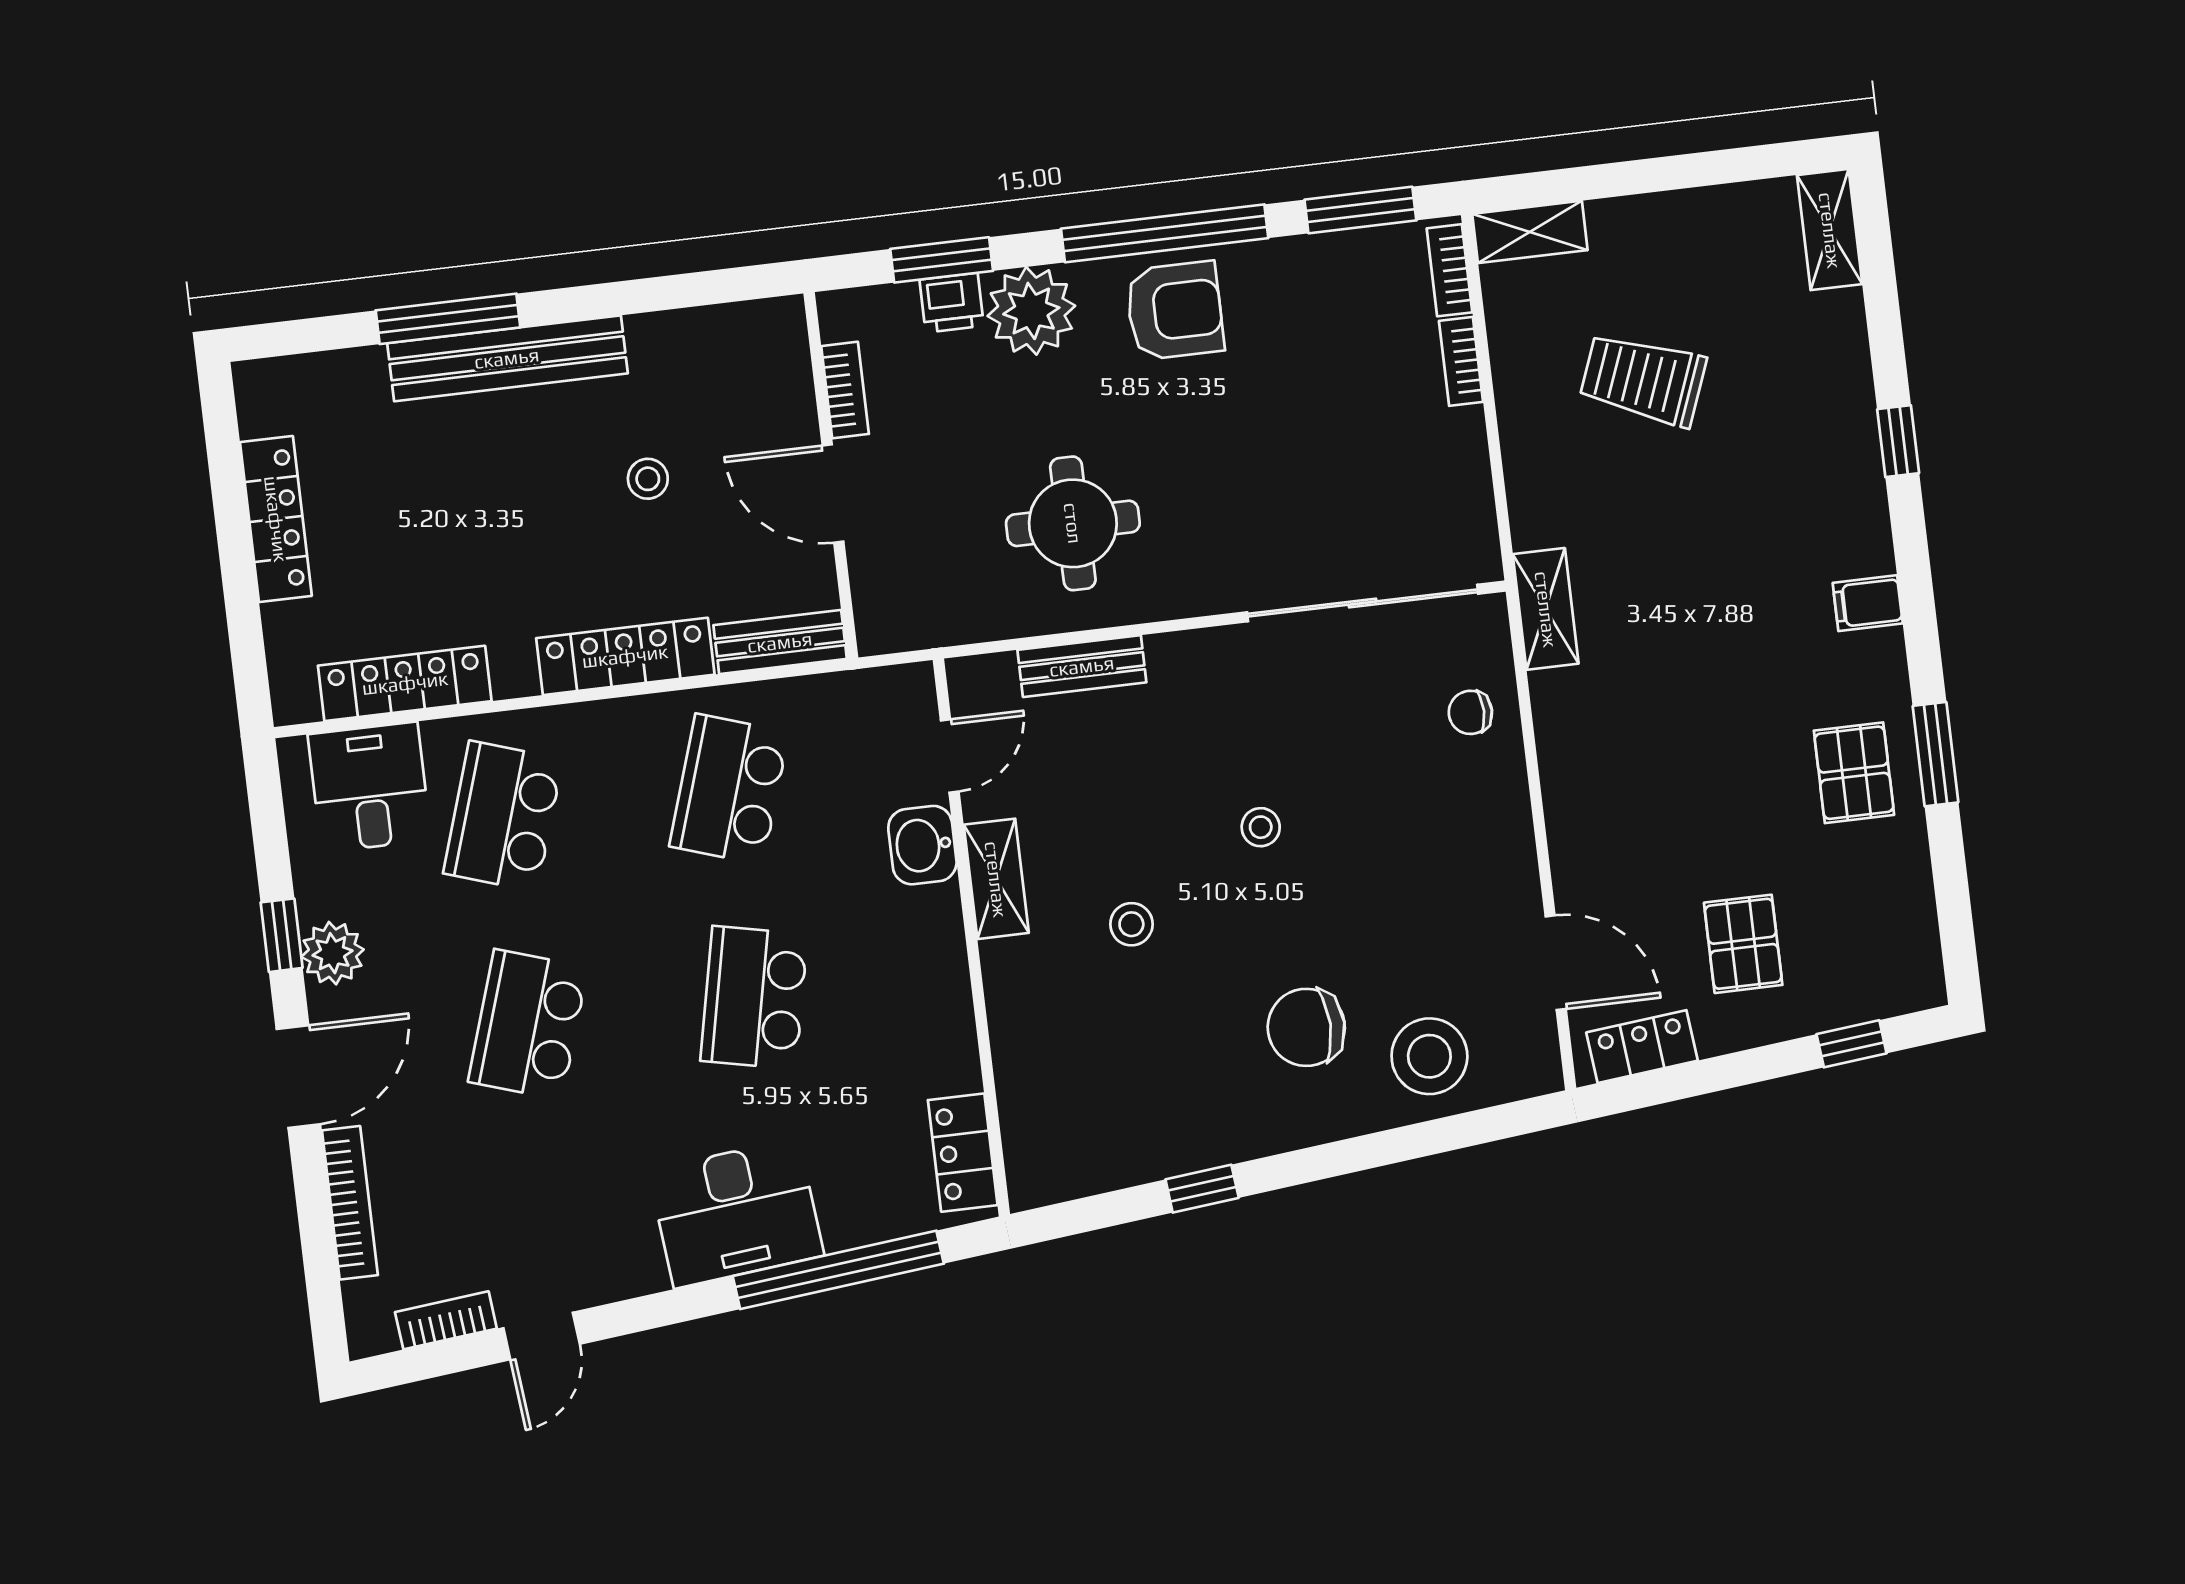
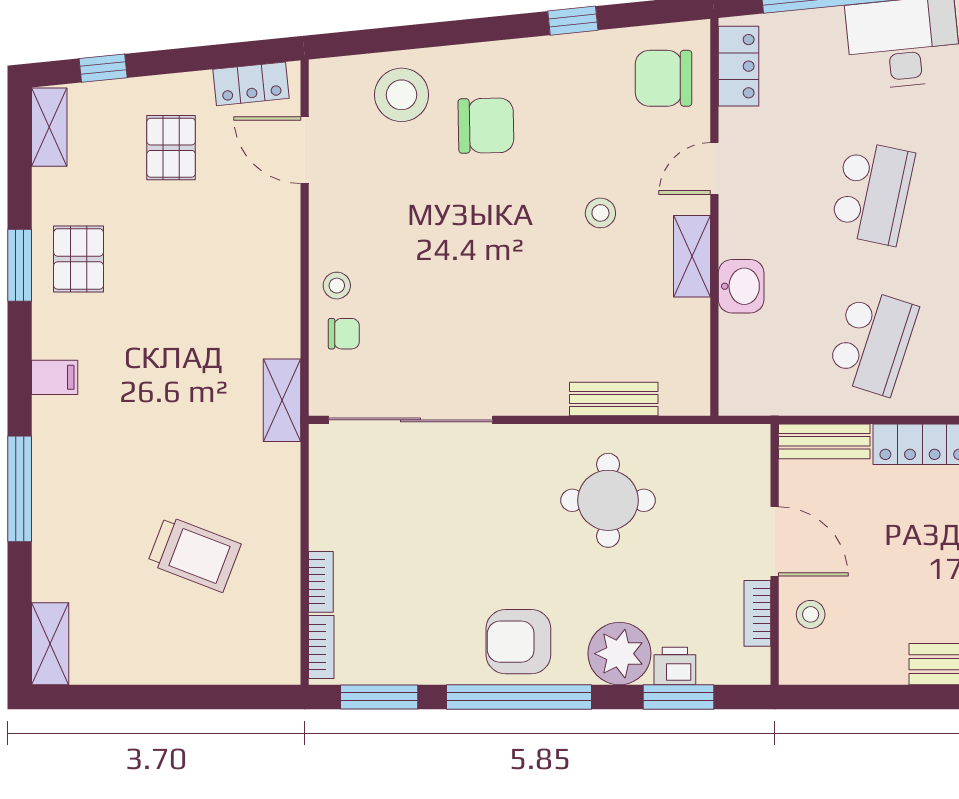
shelving: (1530, 232) -> (49, 127), moved, turned 90
window: (1898, 441) -> (20, 489), width x2.17
stool: (648, 479) -> (811, 614), moved
door: (950, 756) -> (714, 169), moved
stool: (1261, 827) -> (337, 286), moved
chair: (1066, 1123) -> (664, 78), added

